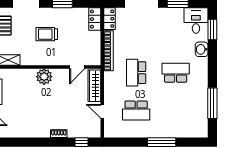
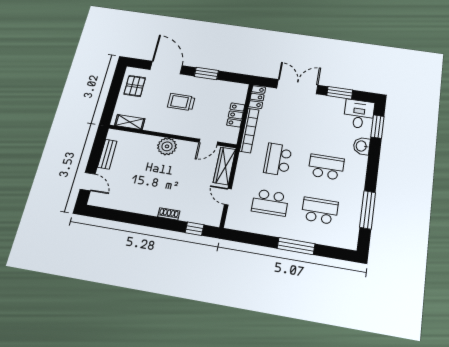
locker: (95, 19) -> (236, 115), moved
school desk: (176, 110) -> (320, 211), added

